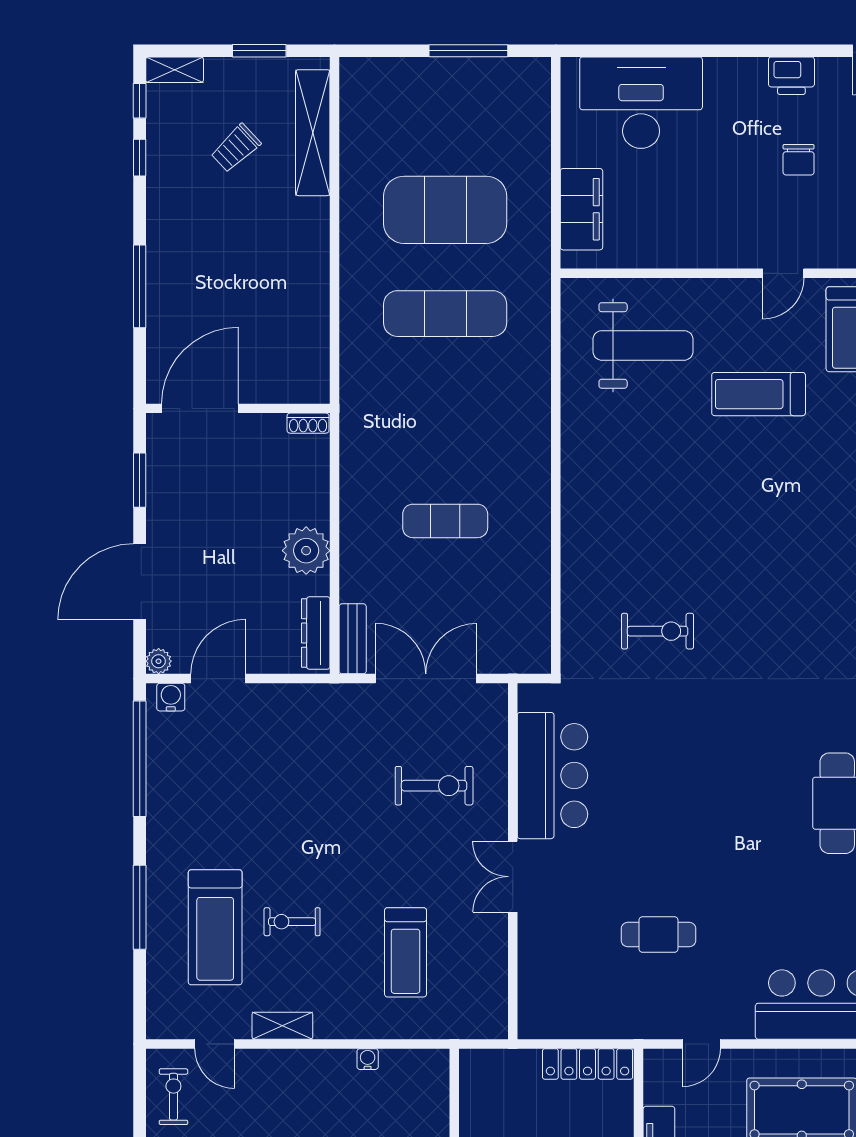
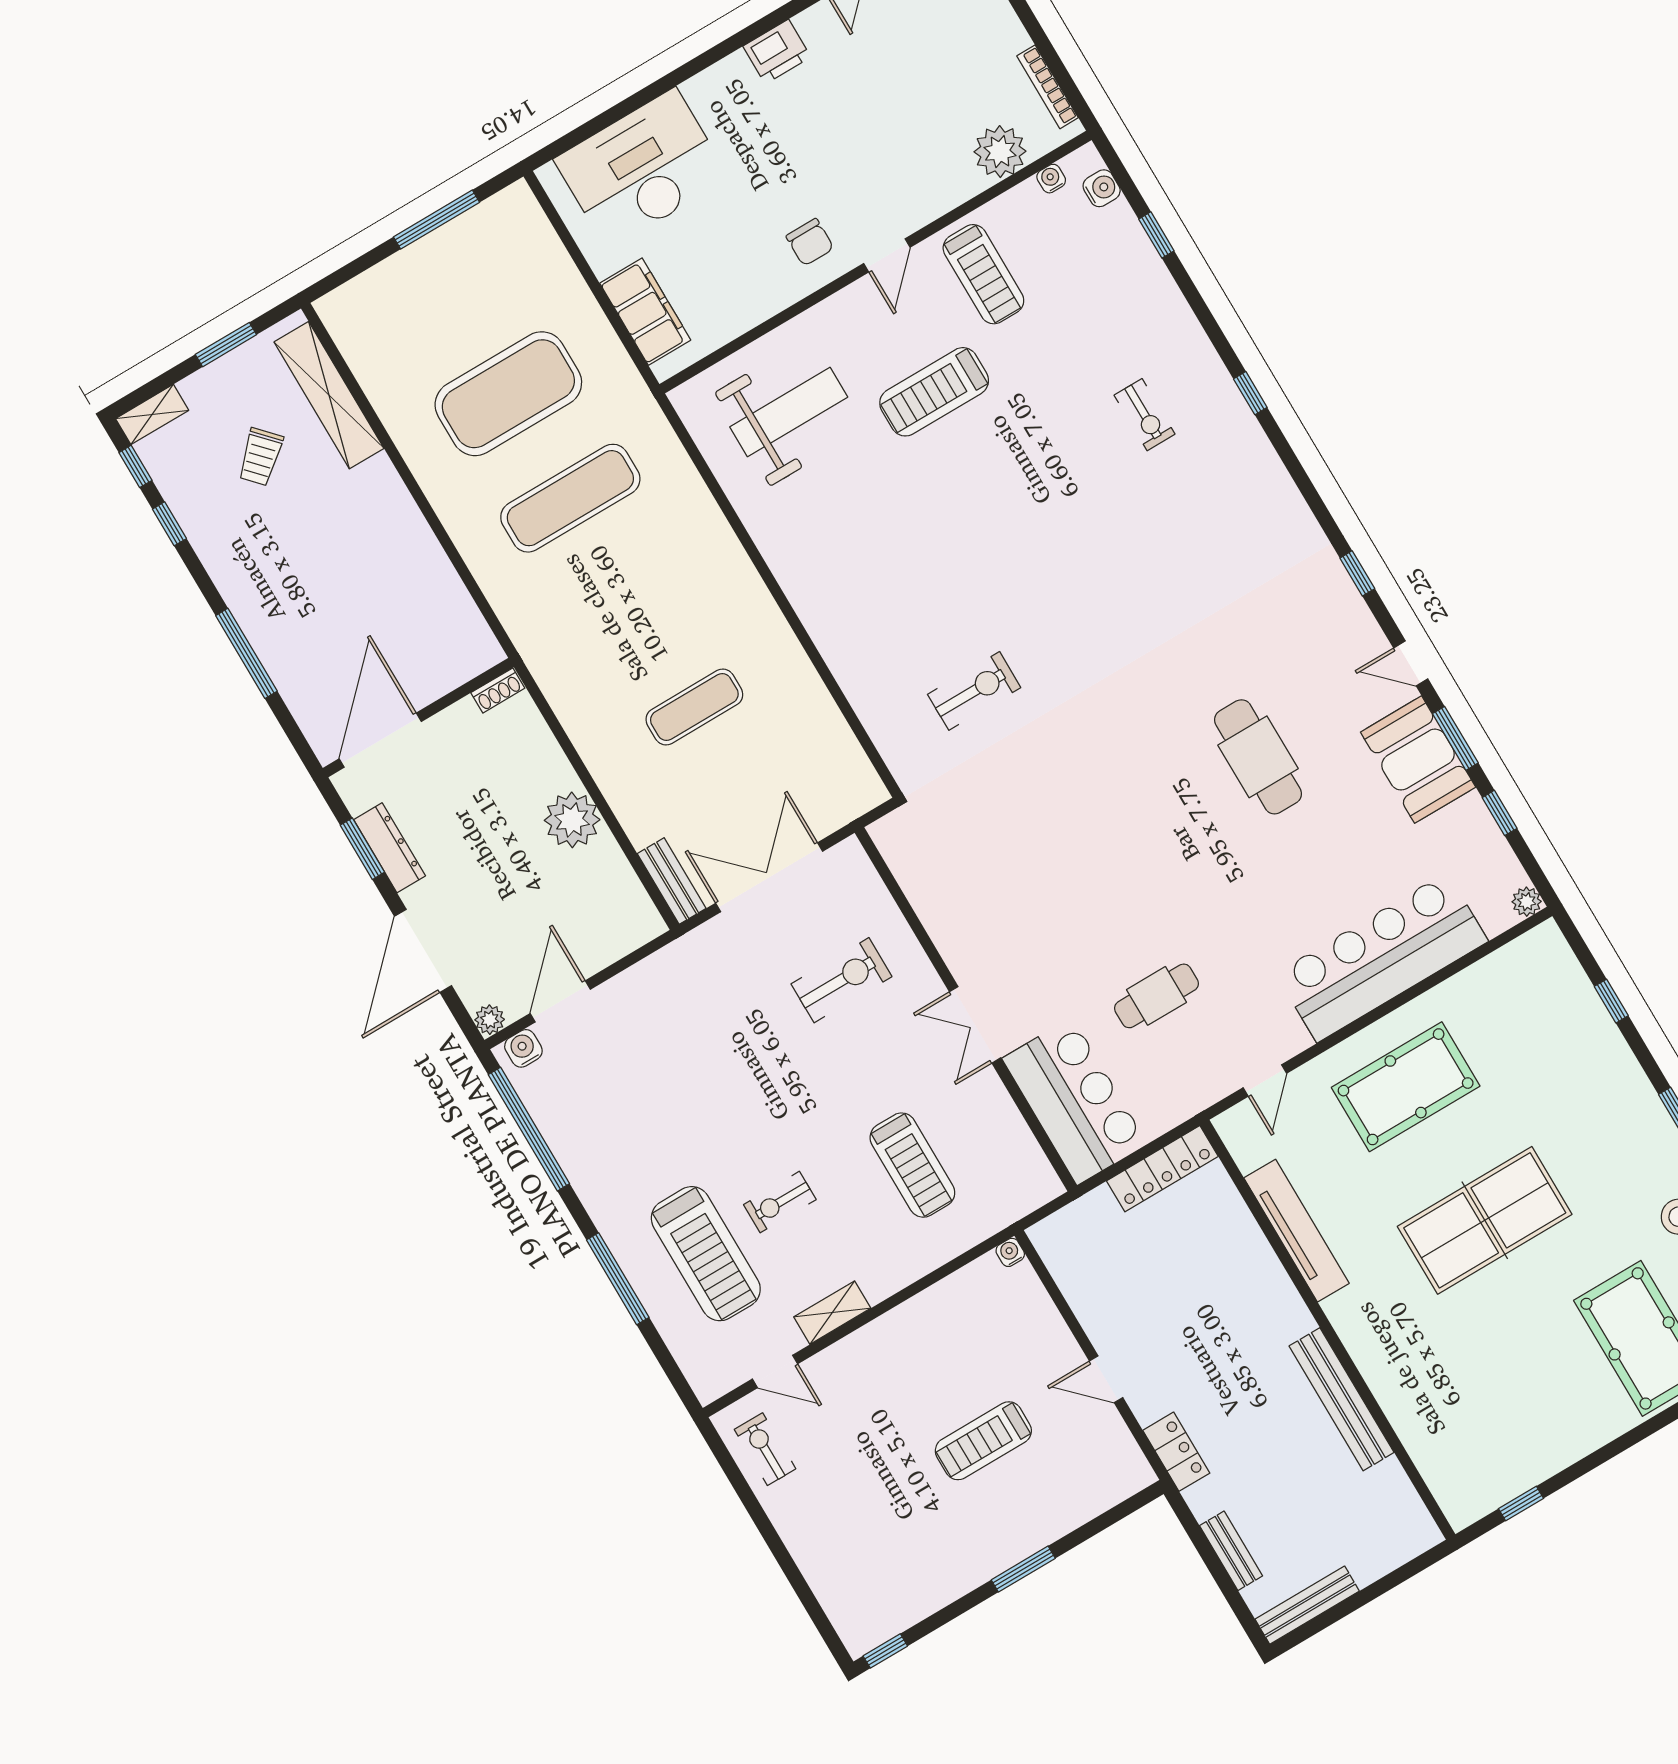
chair: (799, 160) -> (810, 242), moved
dresser: (316, 633) -> (390, 848), moved, turned 180
bar counter: (552, 776) -> (1075, 1101), moved
water cooler: (368, 1059) -> (1010, 1252), moved

